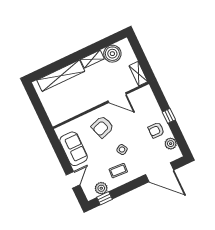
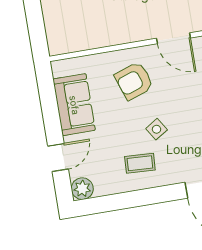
plant: (101, 188) -> (82, 189), moved
window: (105, 198) -> (103, 204), removed

